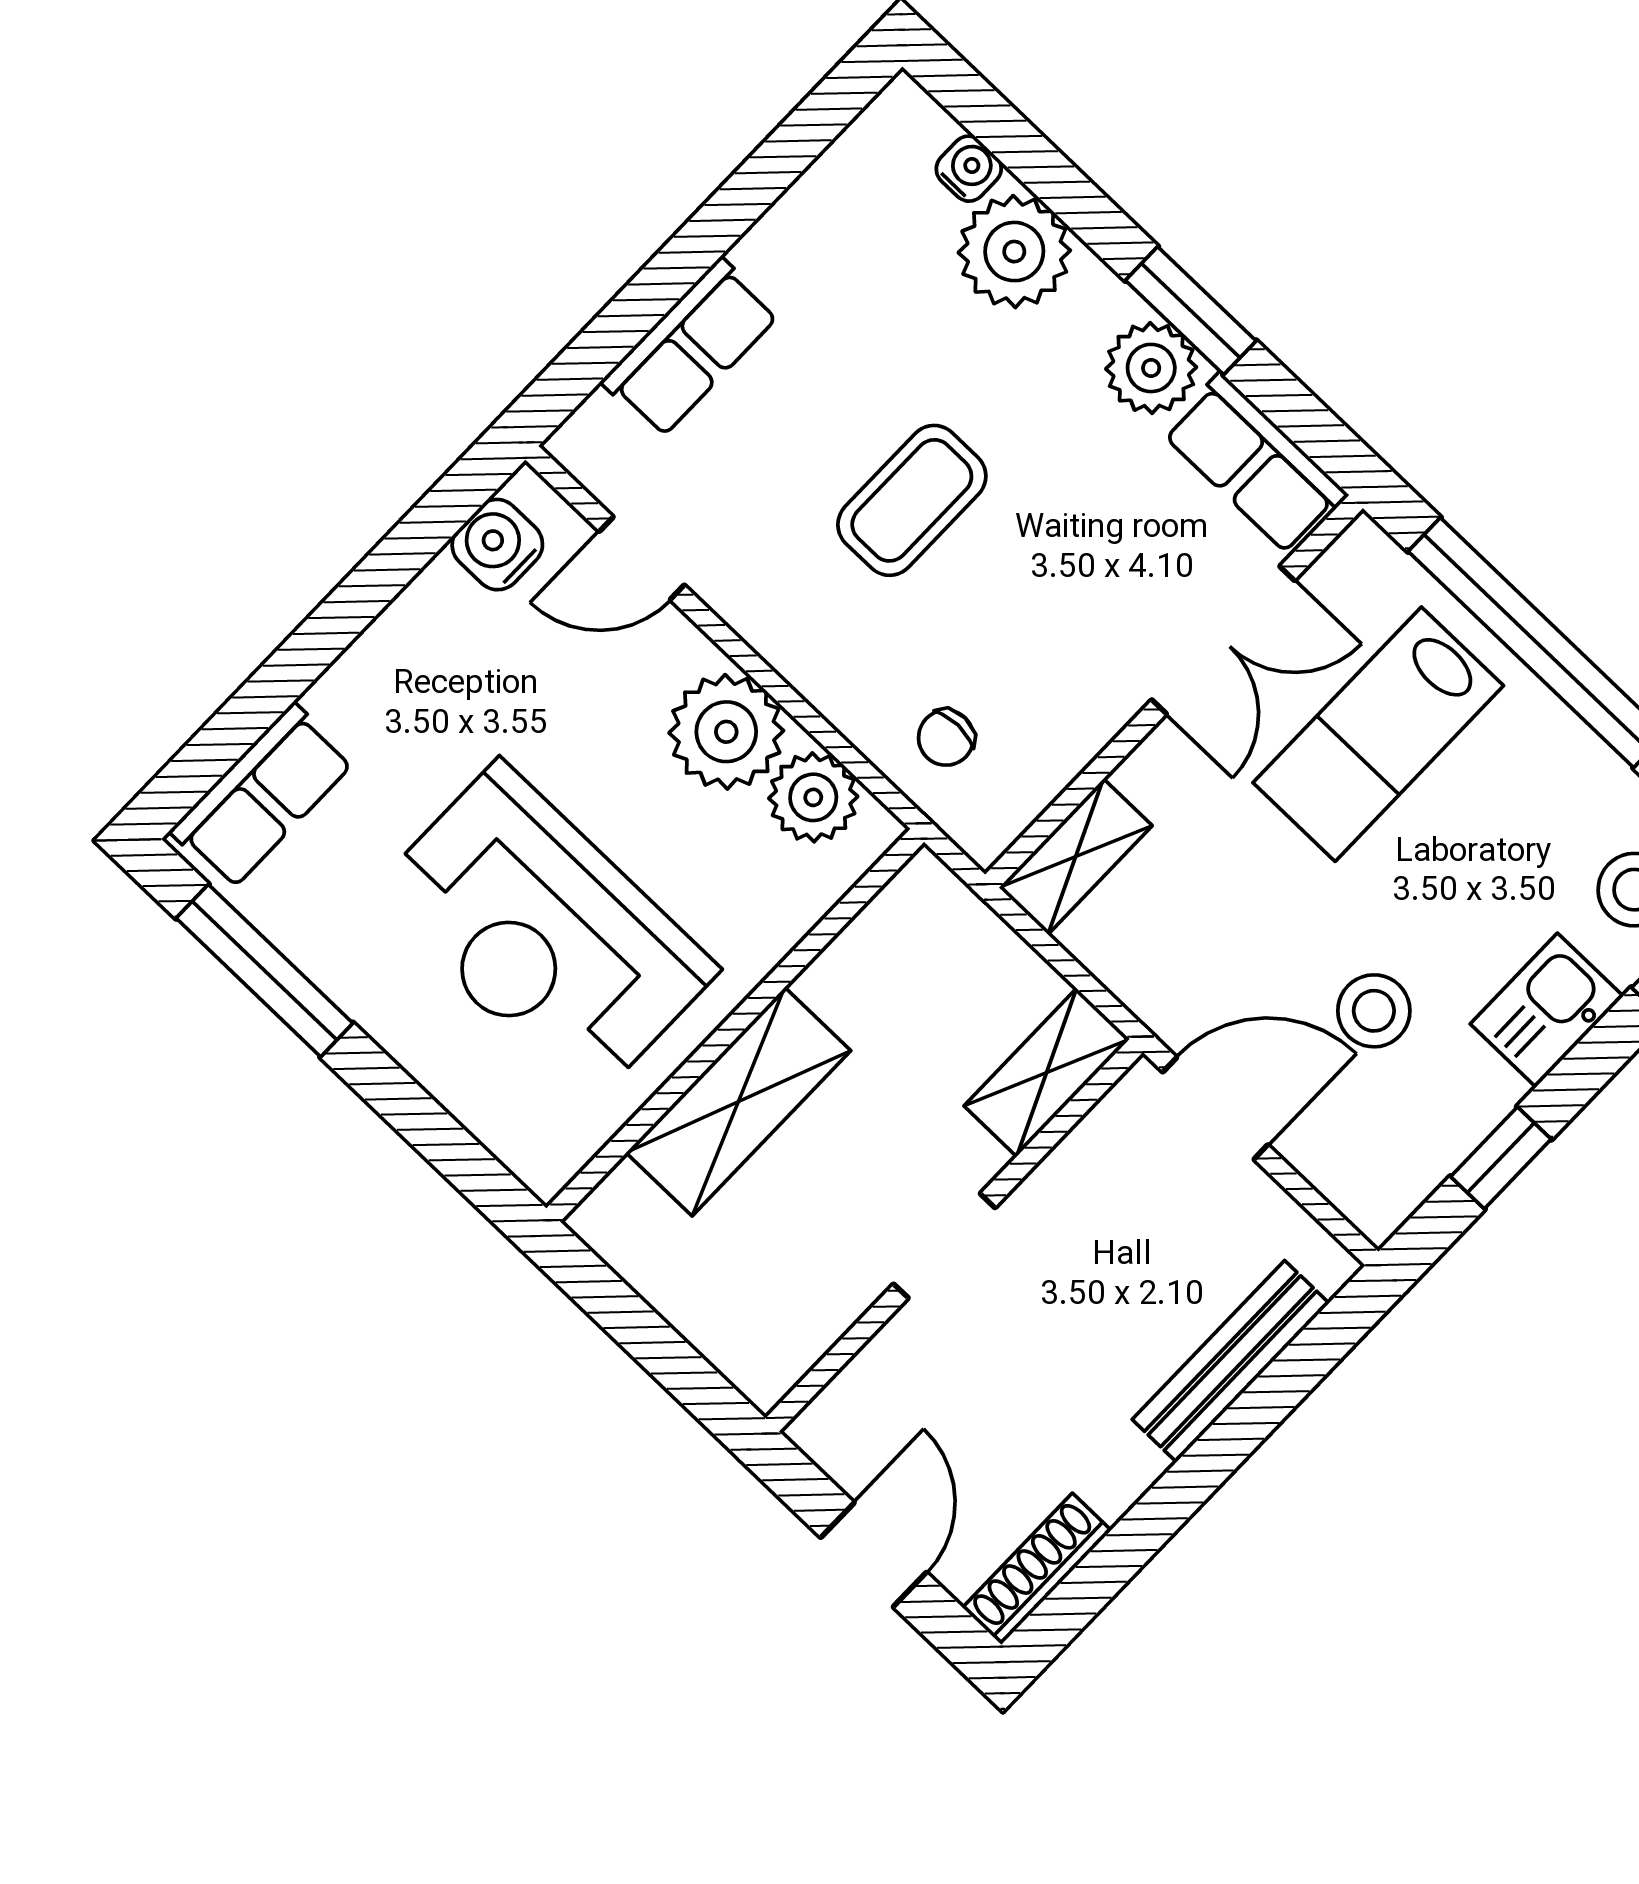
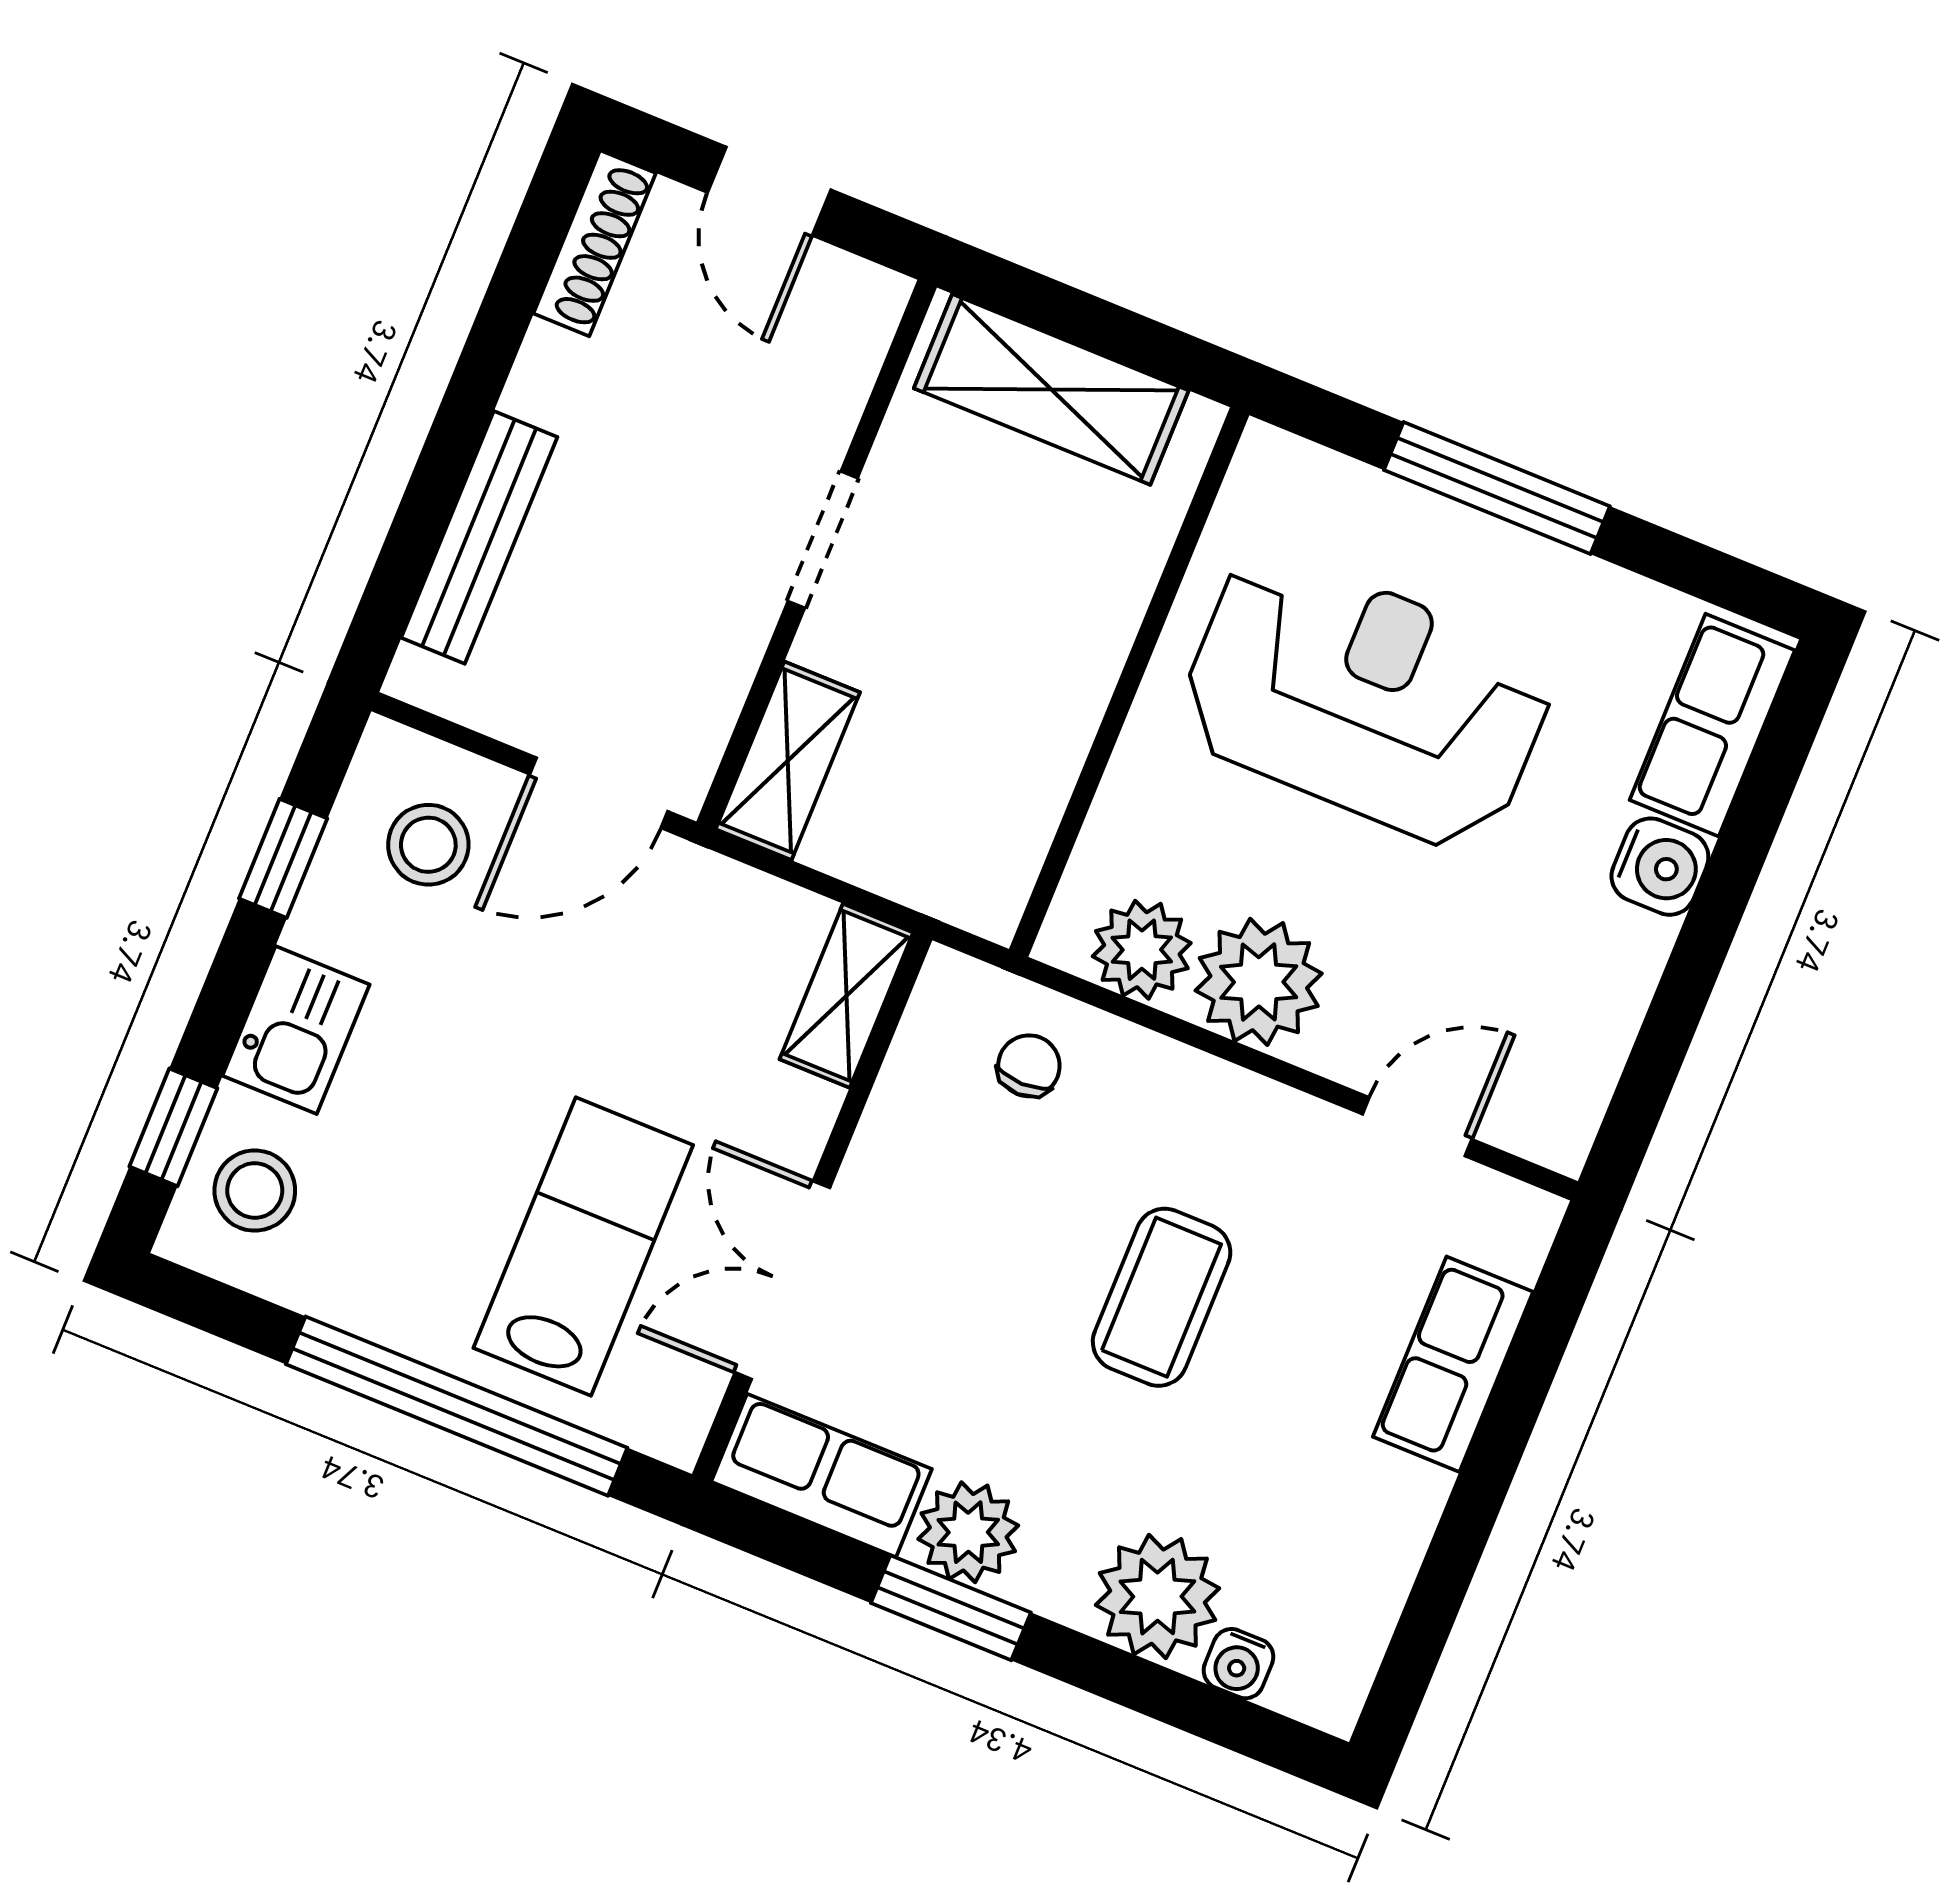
water cooler: (497, 545) -> (1660, 867), moved
window: (265, 971) -> (1497, 488), moved
stool: (1374, 1011) -> (428, 845), moved
shelving: (738, 1102) -> (1051, 389), moved, turned 90

